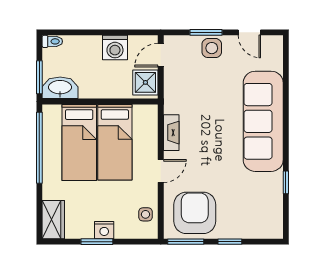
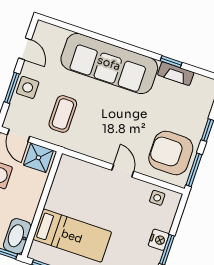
door: (249, 32) -> (25, 49), hinge flipped
coffee table: (197, 92) -> (63, 114), added
fireplace: (171, 133) -> (176, 74), moved, turned 180
bed: (115, 142) -> (83, 203), removed

